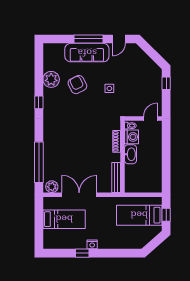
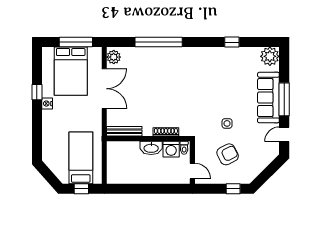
door: (119, 39) -> (284, 134), hinge flipped
plant: (51, 79) -> (270, 56), moved
armchair: (77, 85) -> (228, 154), moved
window: (39, 102) -> (232, 42), moved
window: (39, 162) -> (159, 42), moved
window: (39, 219) -> (76, 42), added
bed: (64, 219) -> (71, 71), width x1.50

